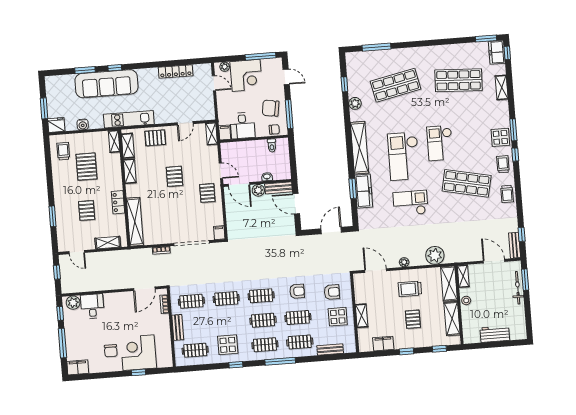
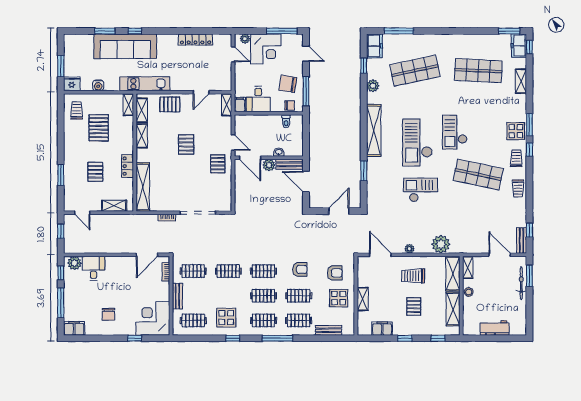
freezer: (364, 191) -> (374, 46), moved, width x0.71
filing cabinet: (219, 233) -> (227, 204), removed
corner desk: (139, 353) -> (153, 318), moved

